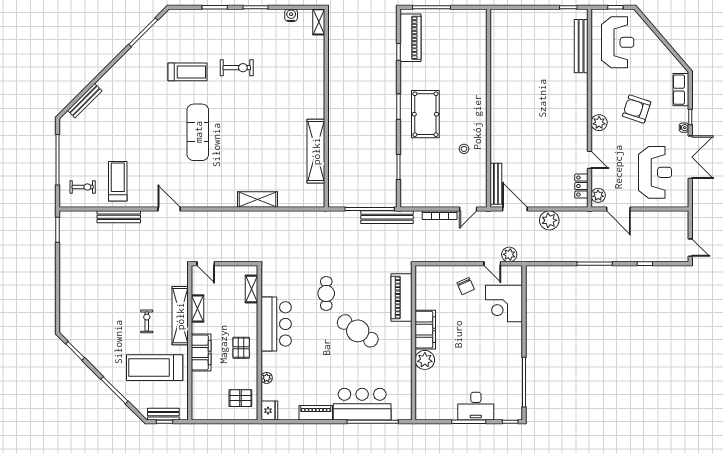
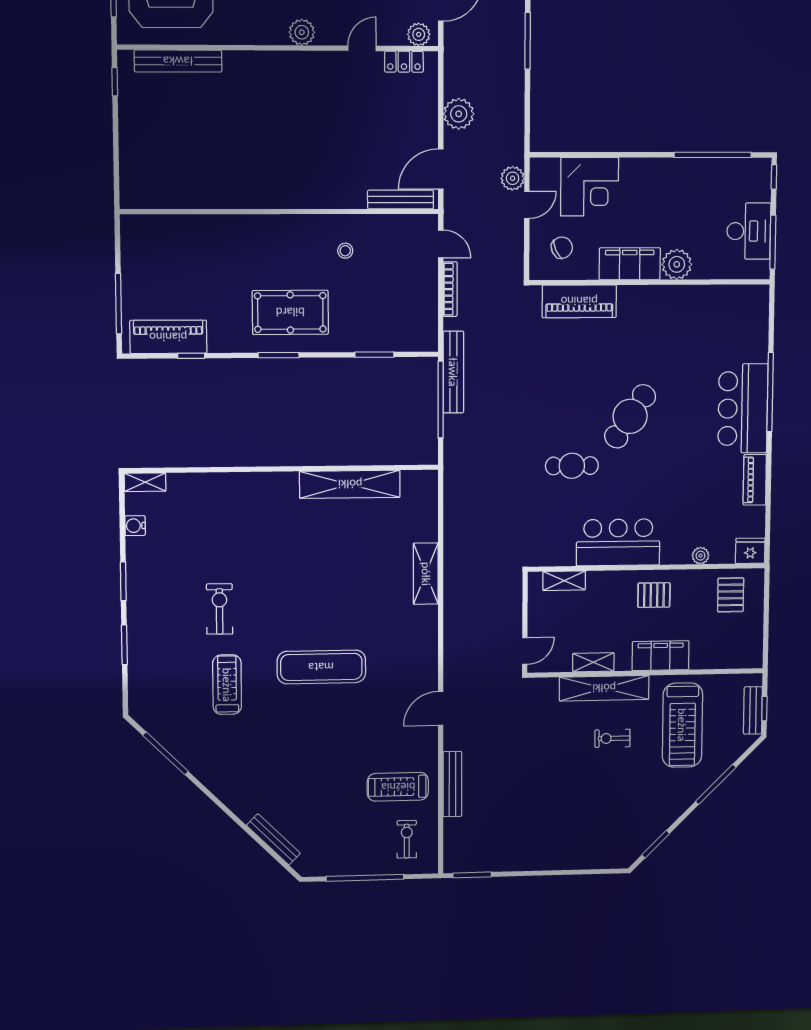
piano: (402, 297) -> (579, 301), moved
filing cabinet: (425, 330) -> (630, 264), moved
wall: (413, 343) -> (650, 282), moved
plant: (425, 360) -> (677, 264), moved

